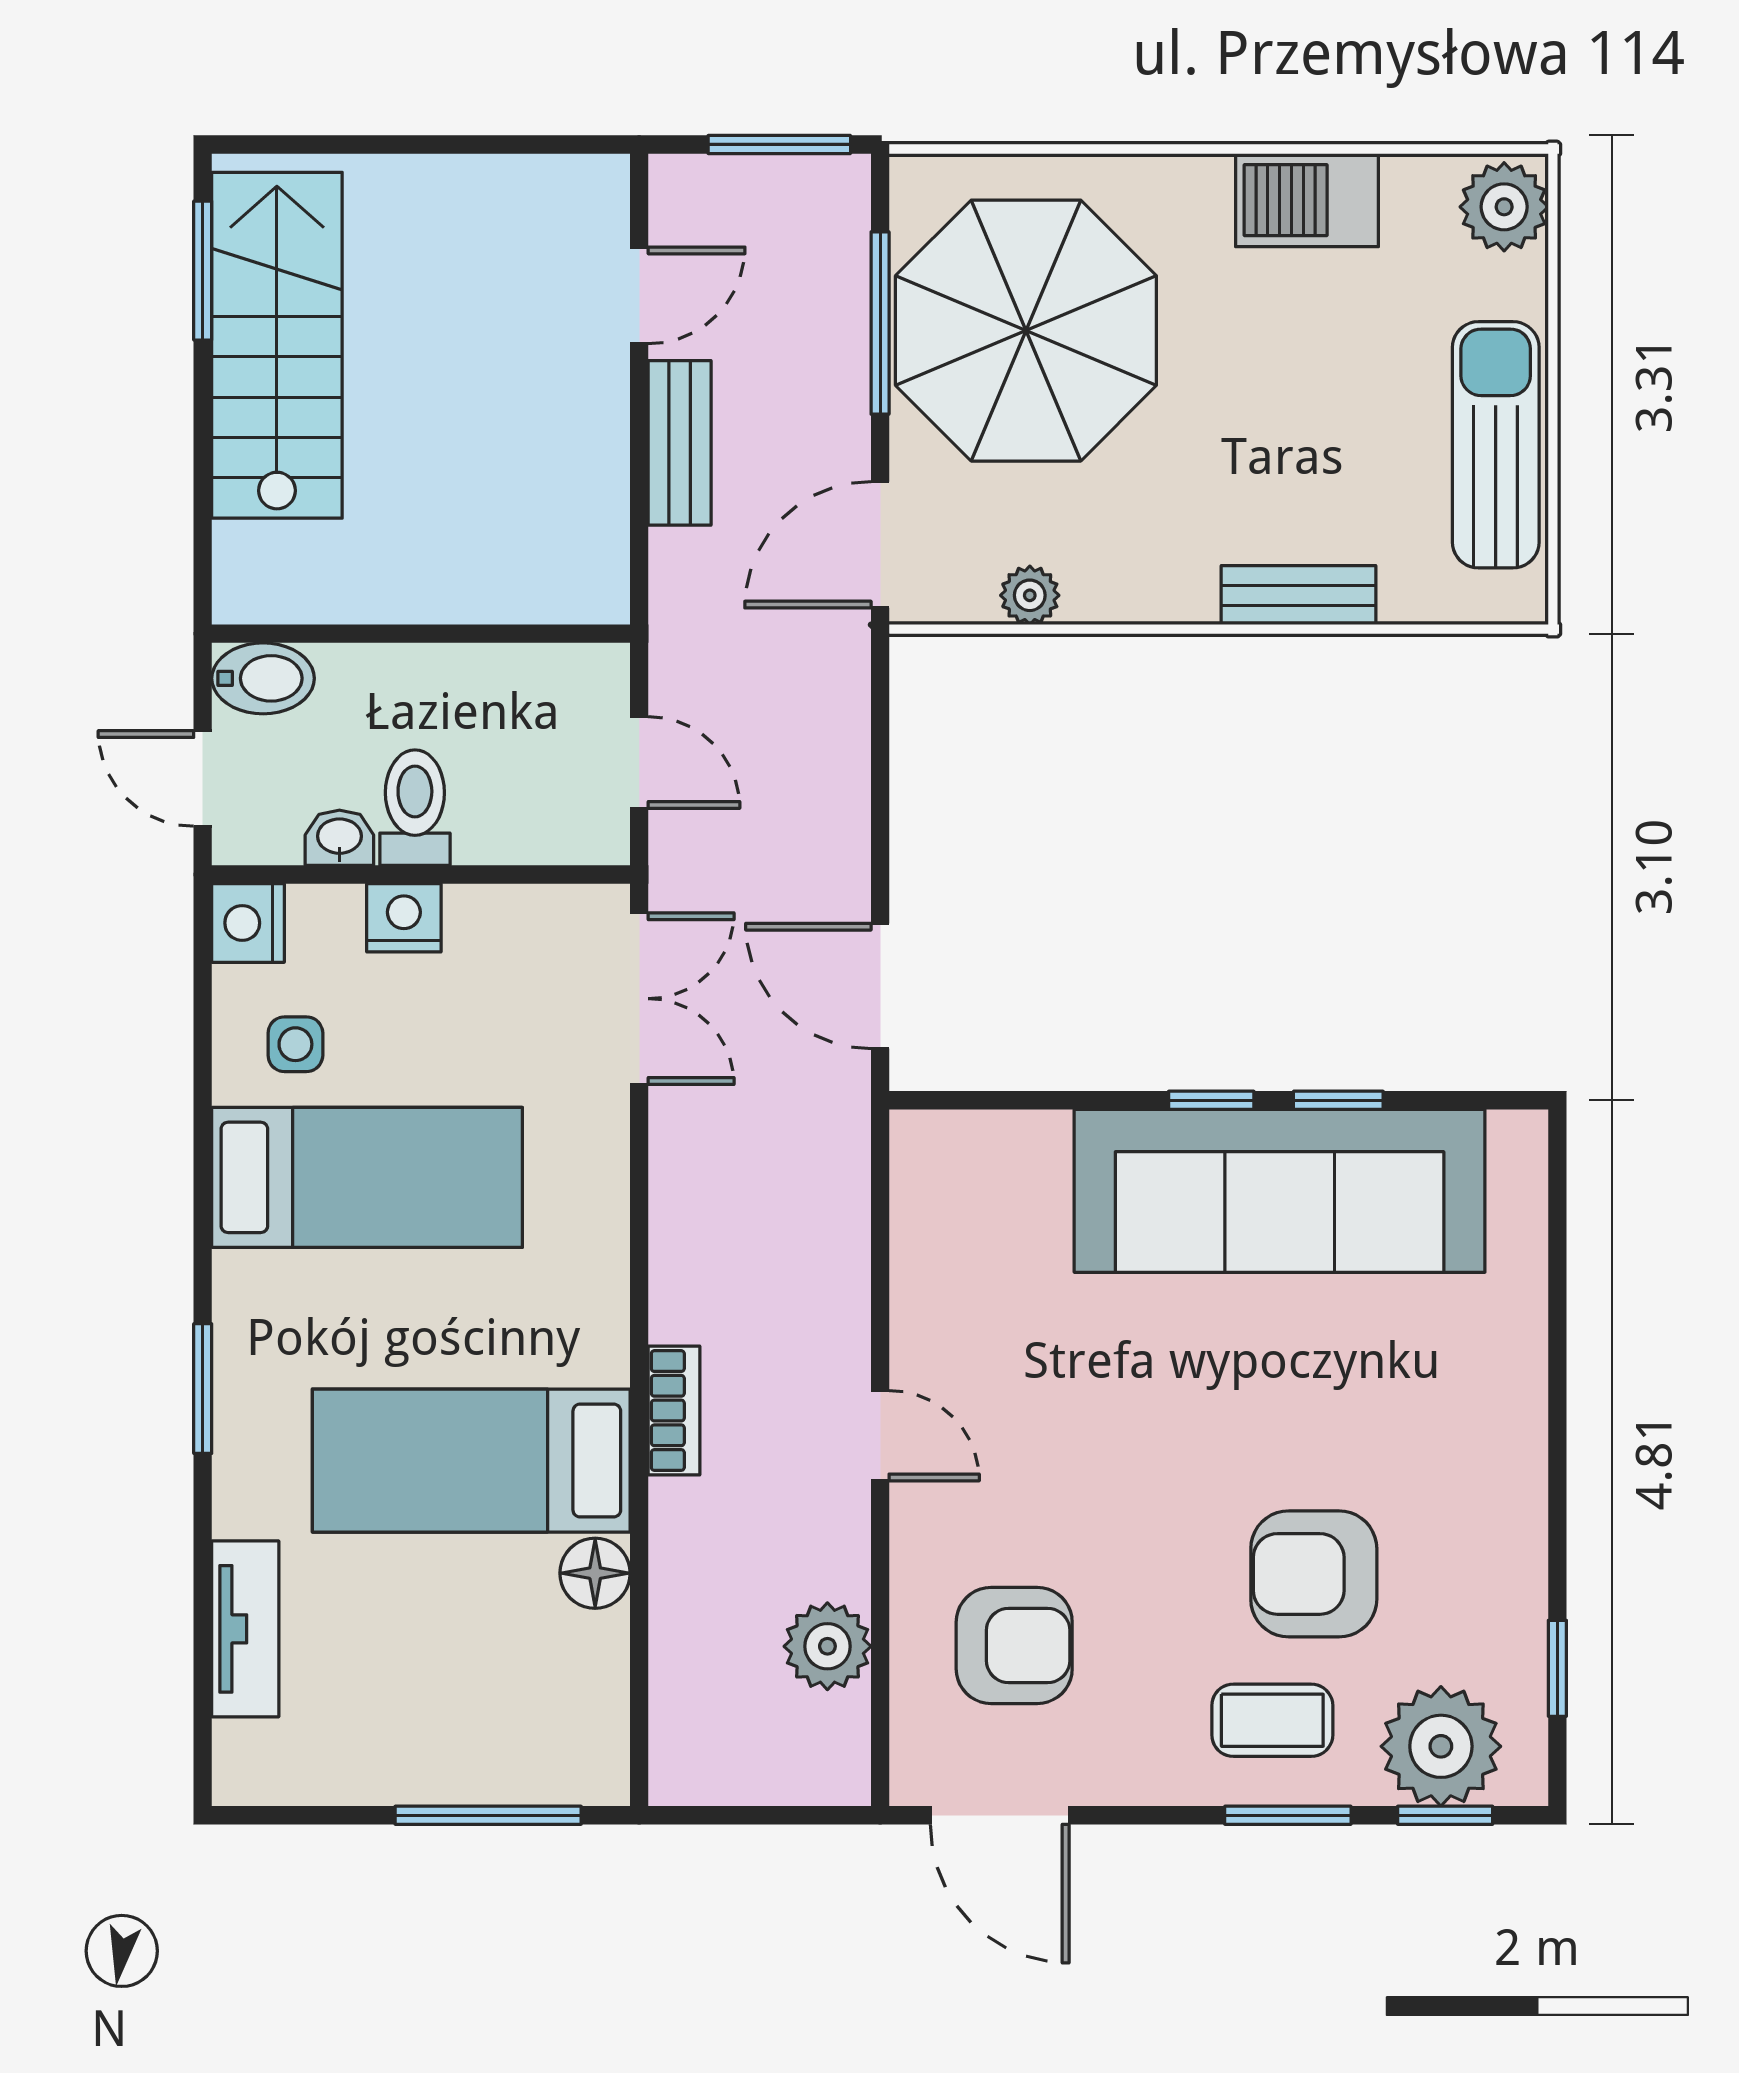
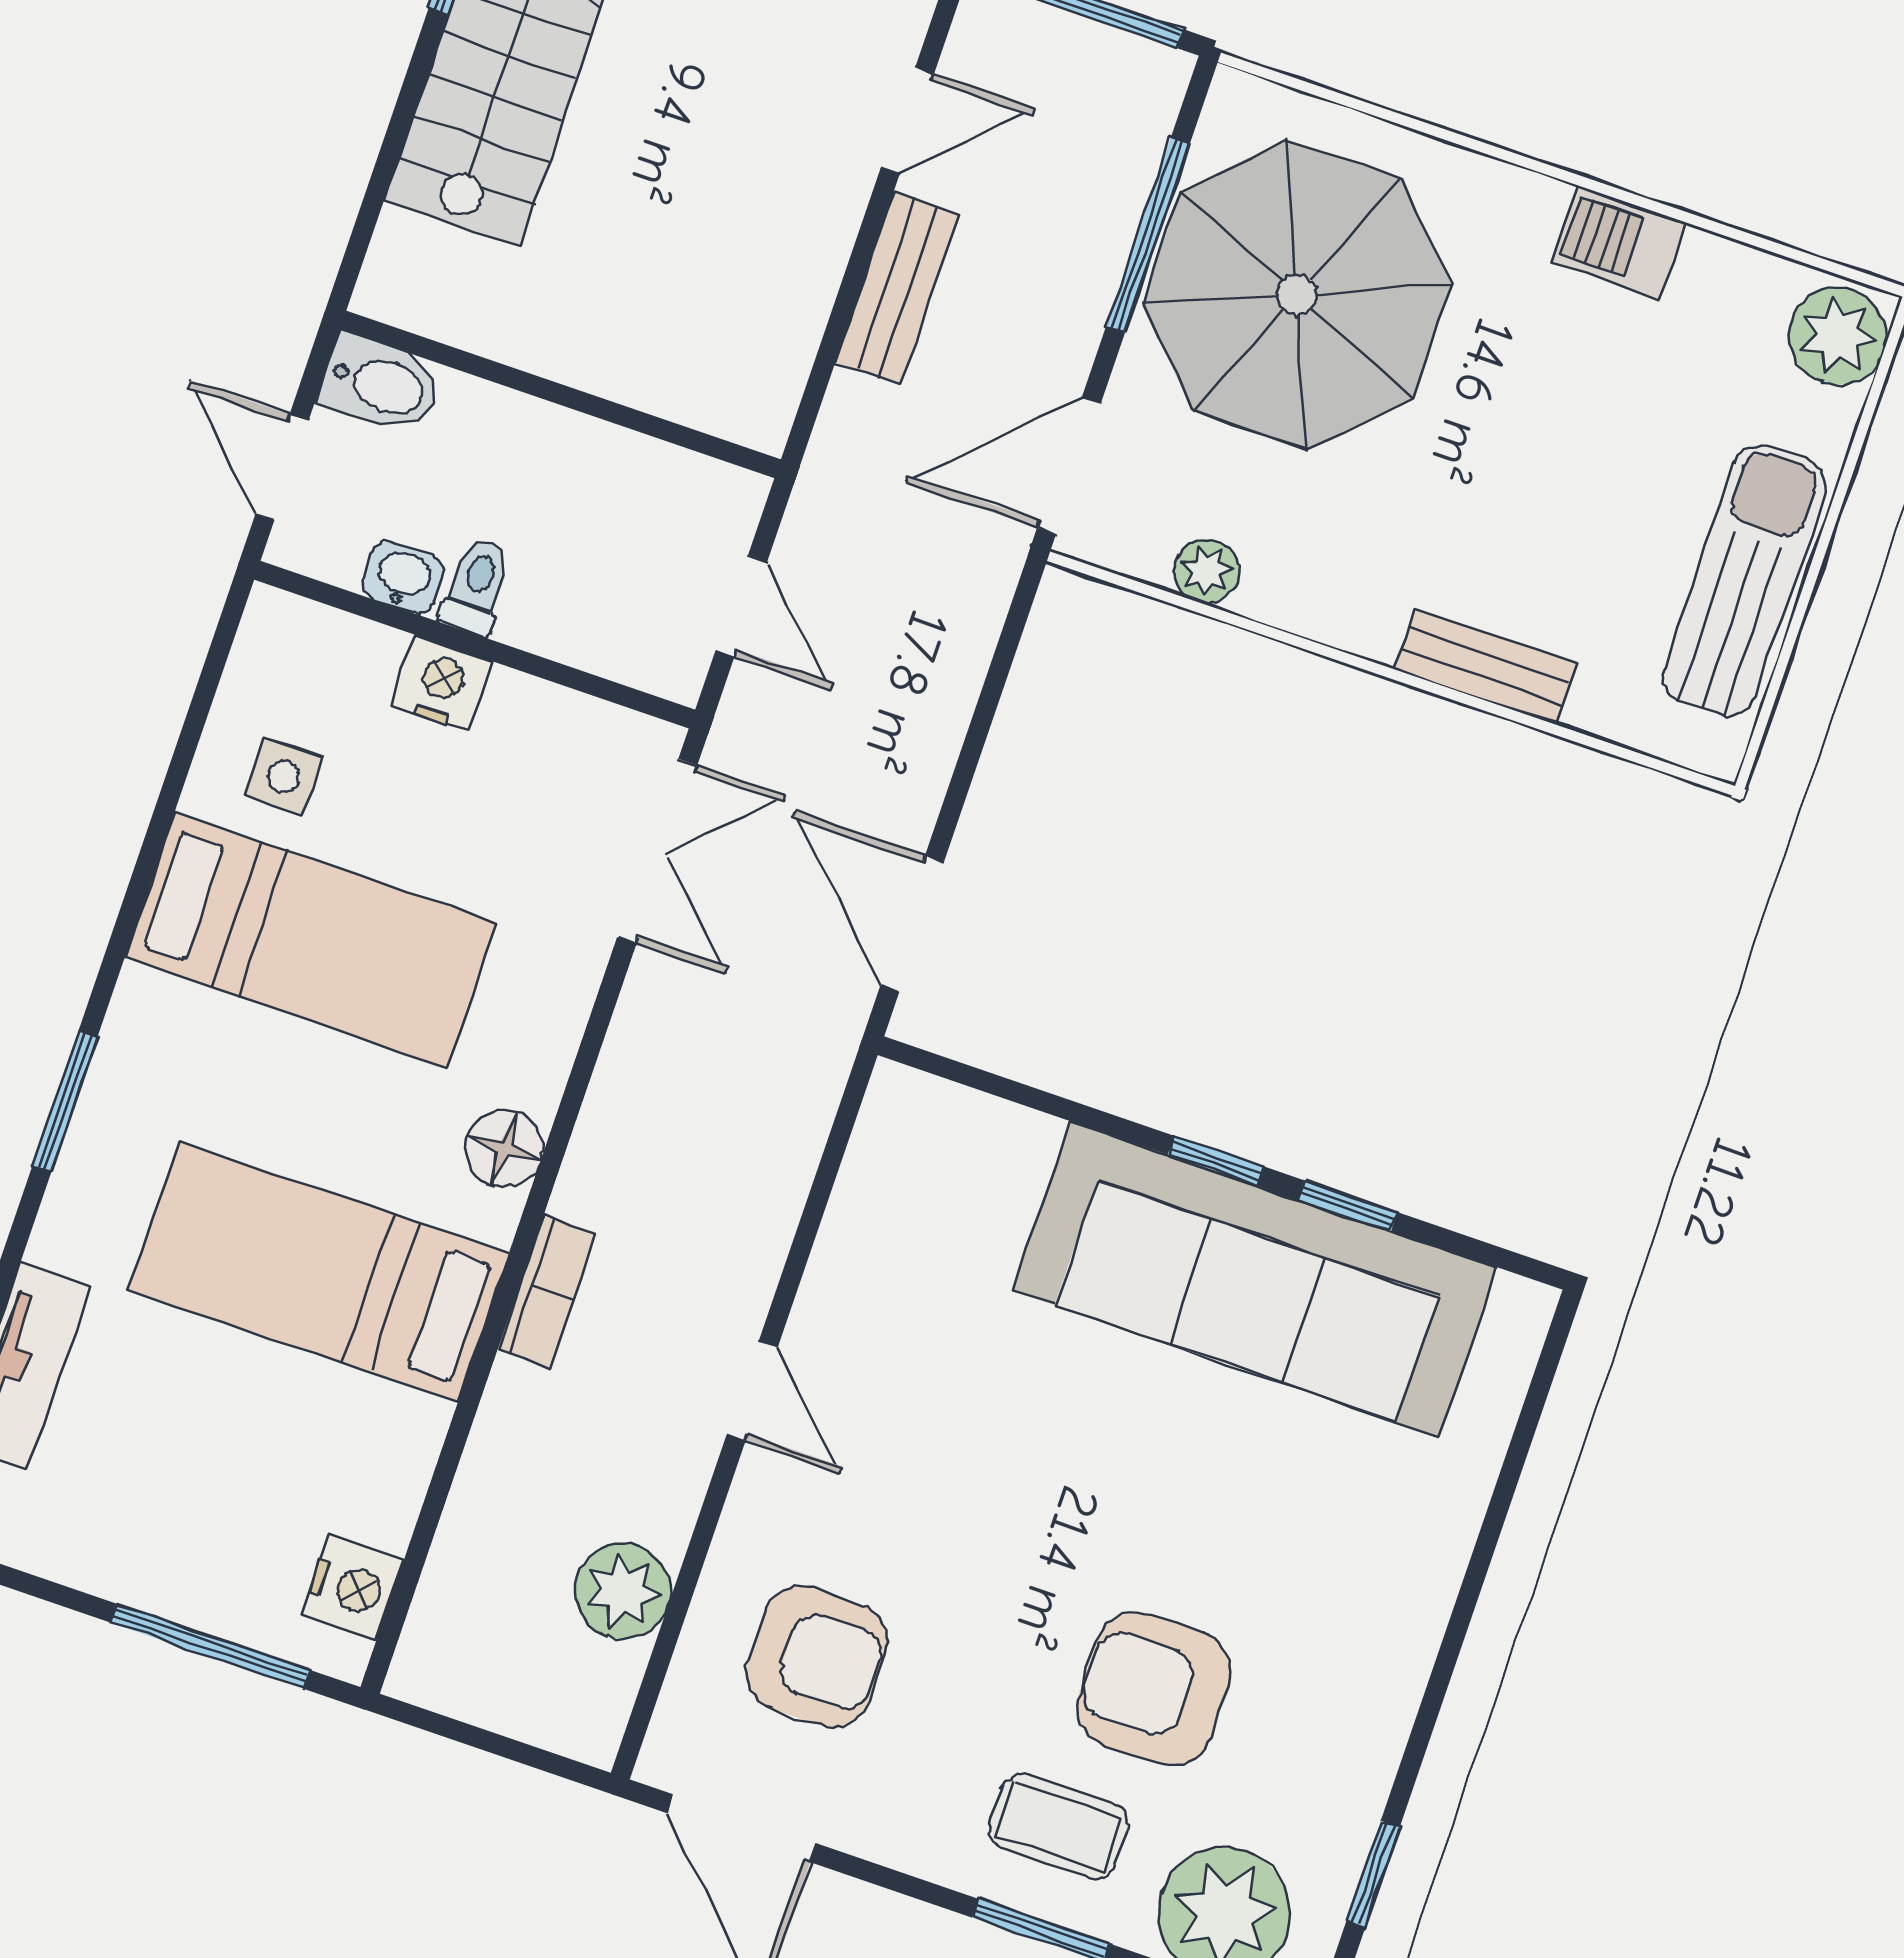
barbecue: (1307, 200) -> (1619, 242), width x0.73, depth x0.79
toilet: (415, 808) -> (477, 586), width x0.73, depth x0.72
nightstand: (248, 923) -> (352, 1588), moved, turned 180
floor lamp: (595, 1573) -> (504, 1149), moved

